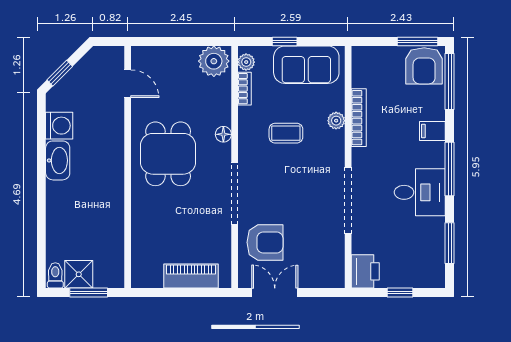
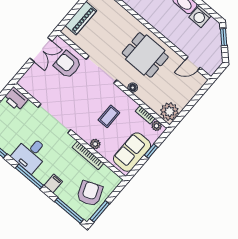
armchair: (424, 66) -> (90, 193), moved, turned 68
armchair: (265, 242) -> (68, 65), turned 90

